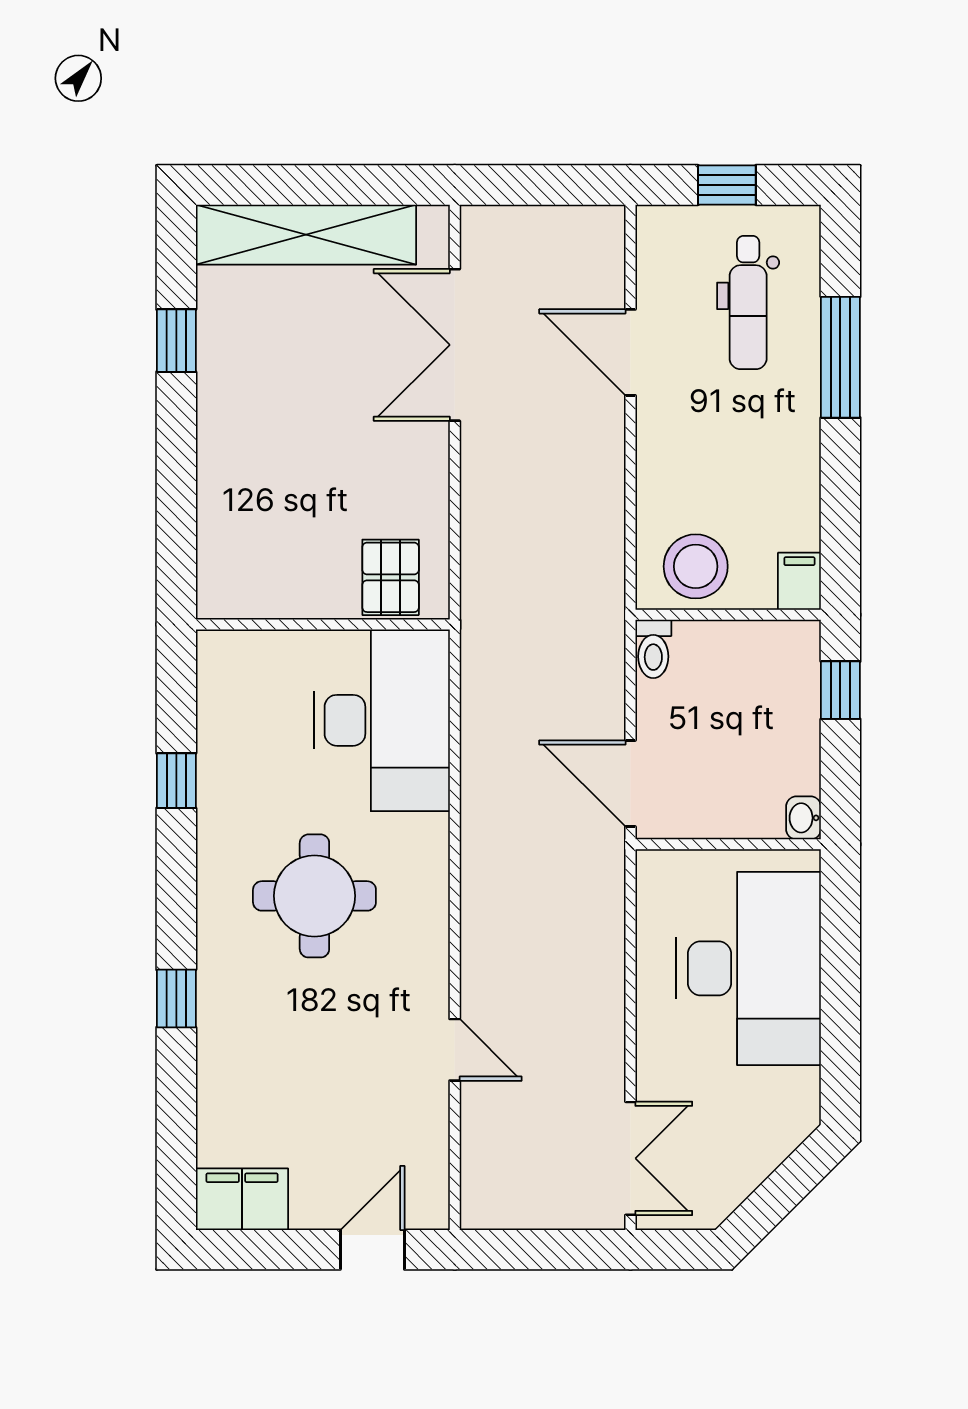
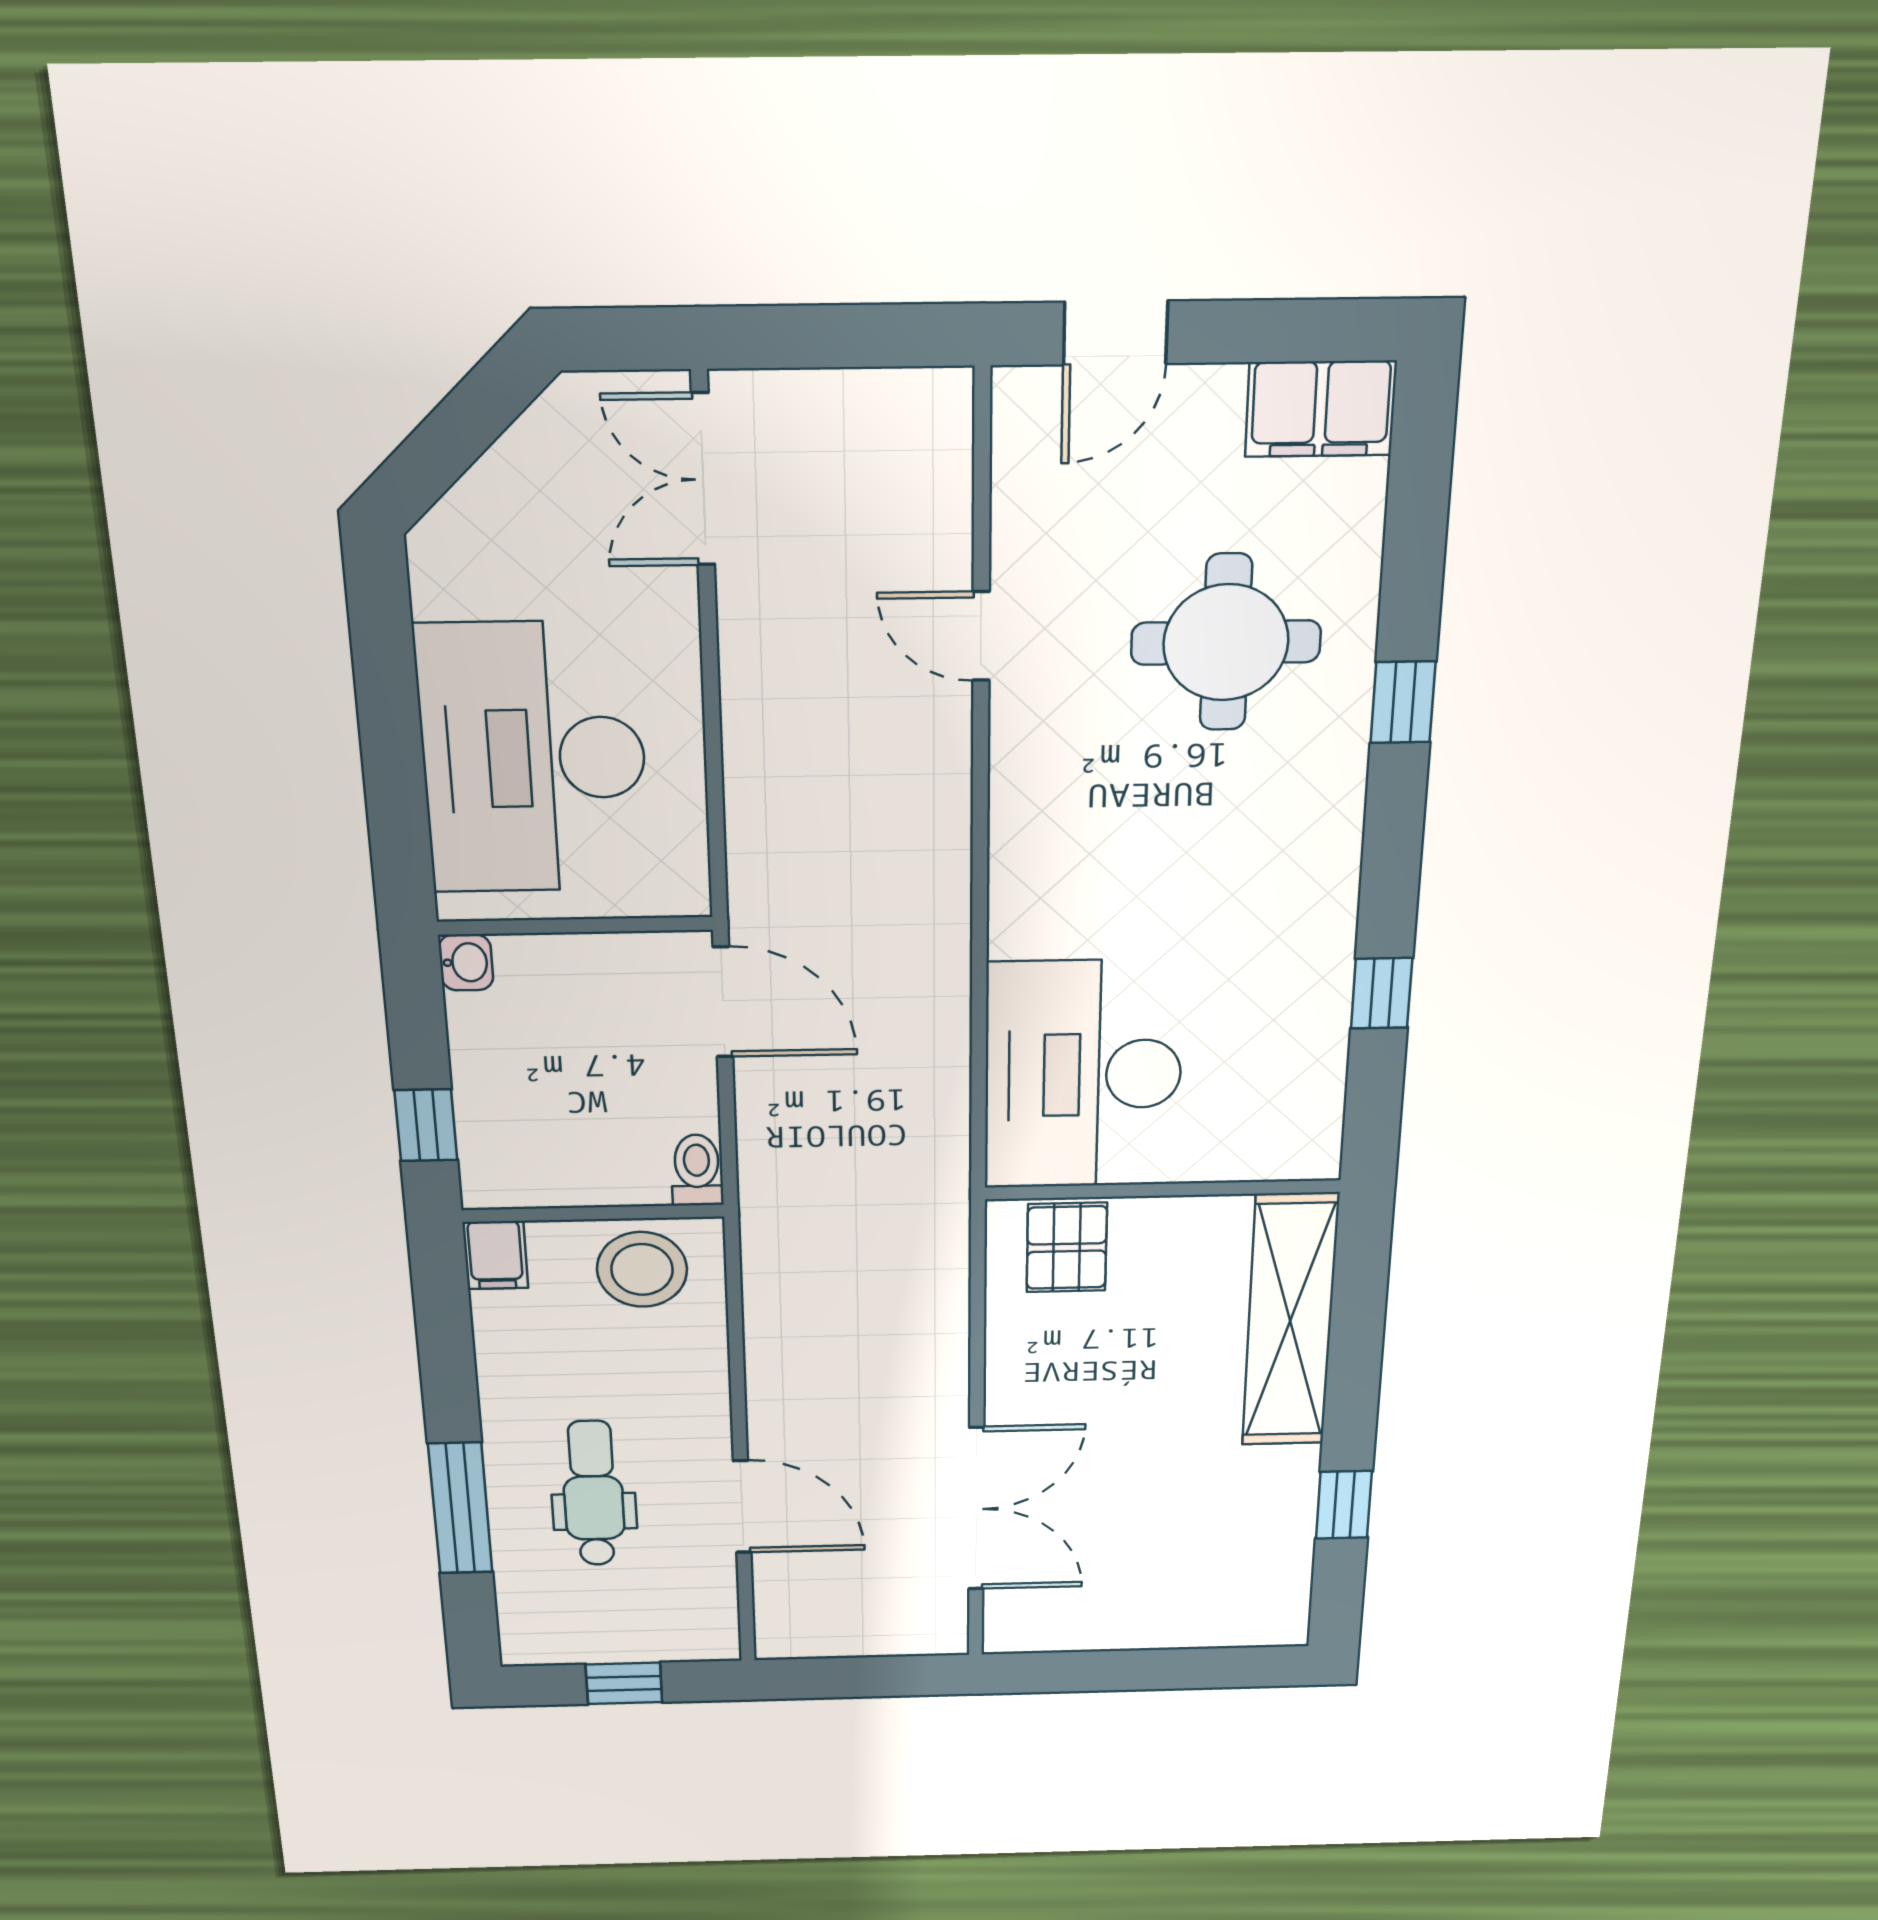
shelving: (306, 235) -> (1290, 1321), moved, turned 90
dental chair: (748, 303) -> (593, 1494), moved
round table: (314, 896) -> (1226, 642), moved

